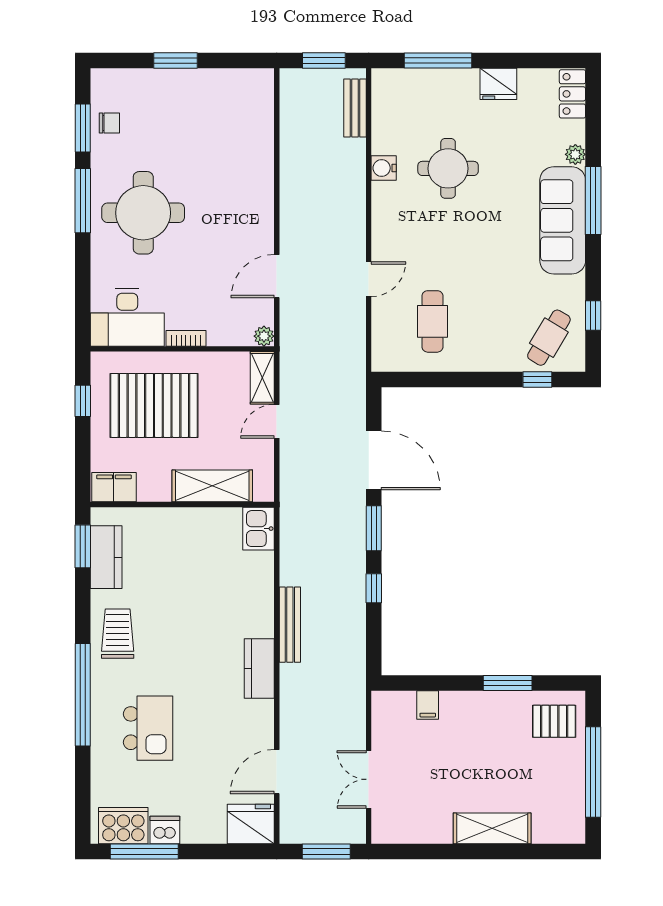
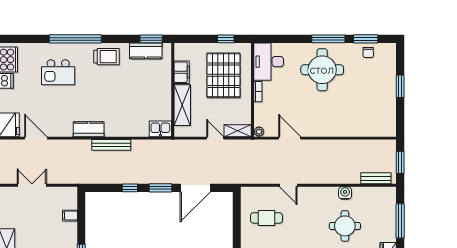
filing cabinet: (114, 487) -> (182, 72), moved

